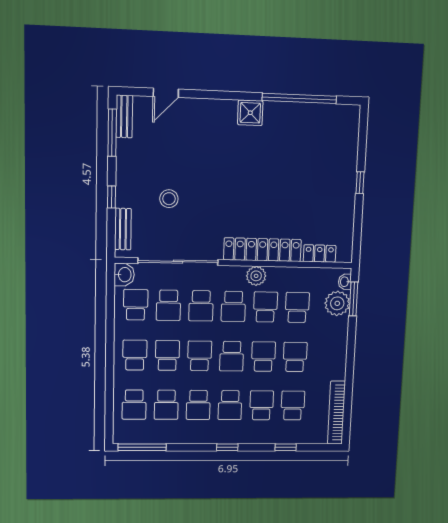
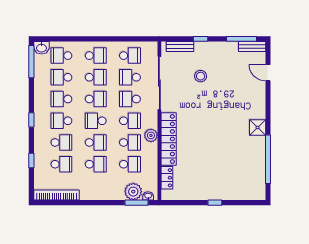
washbasin: (124, 275) -> (41, 48), moved
school desk: (233, 306) -> (130, 121), turned 180

